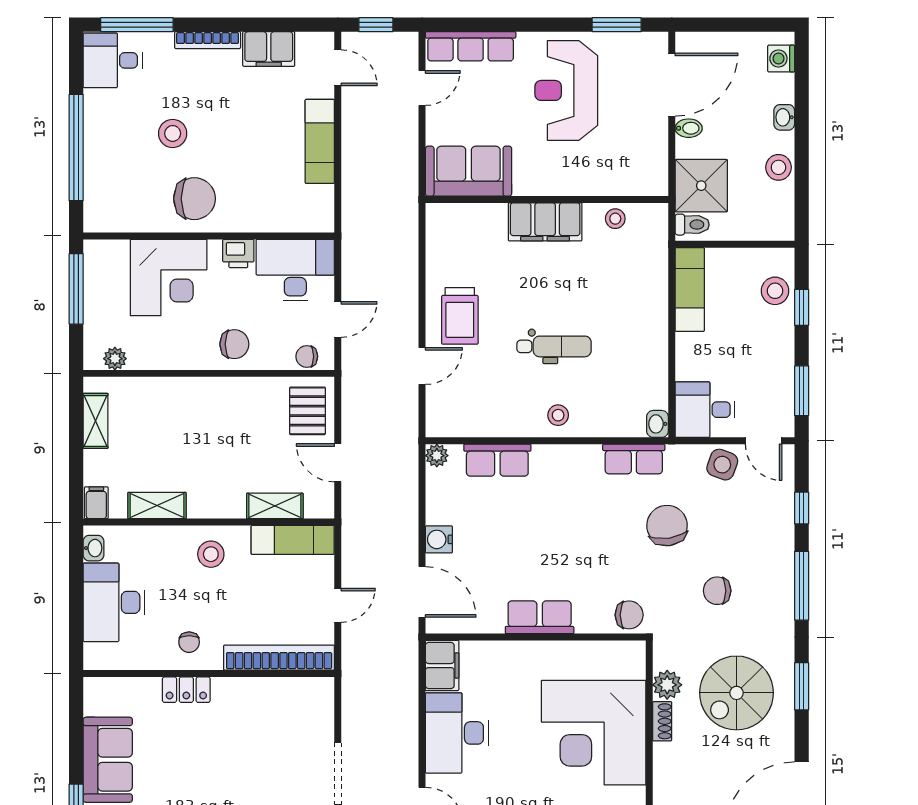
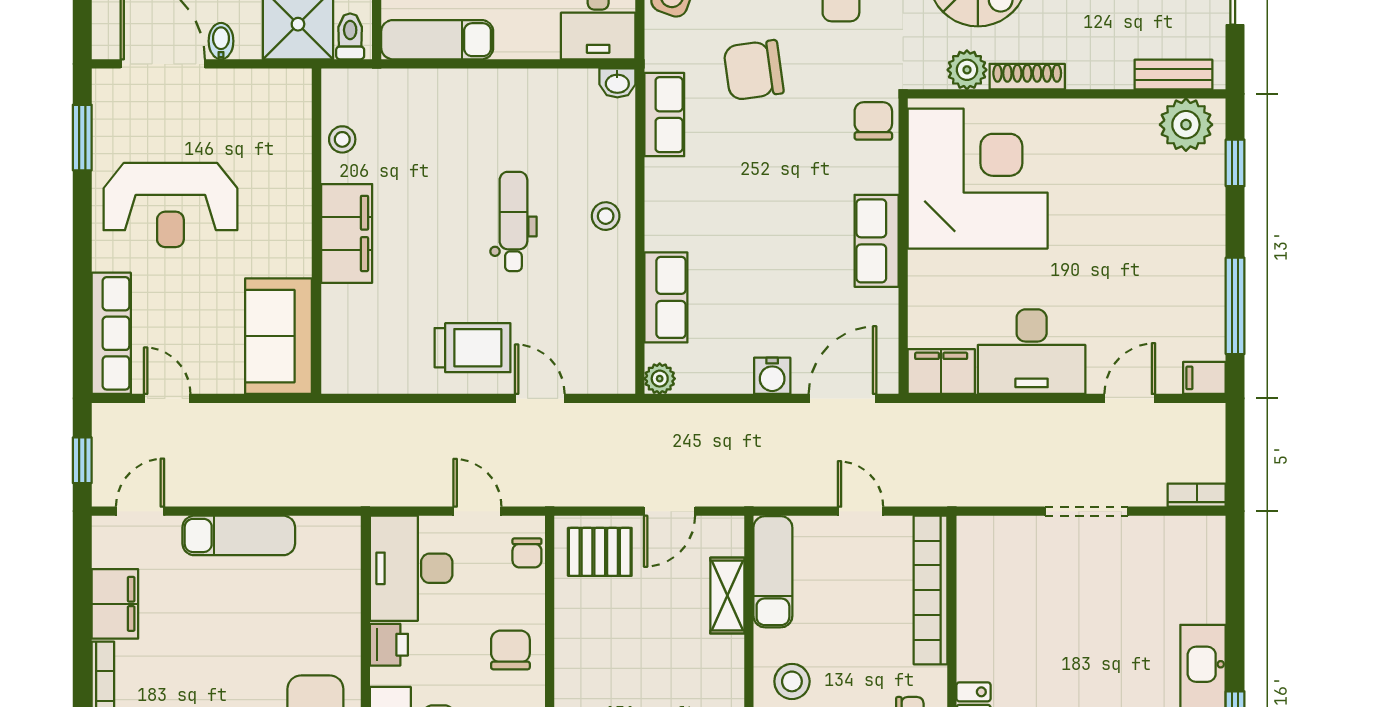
shoe rack: (662, 721) -> (1027, 77), width x1.43
corner desk: (594, 733) -> (978, 179), moved, turned -90

